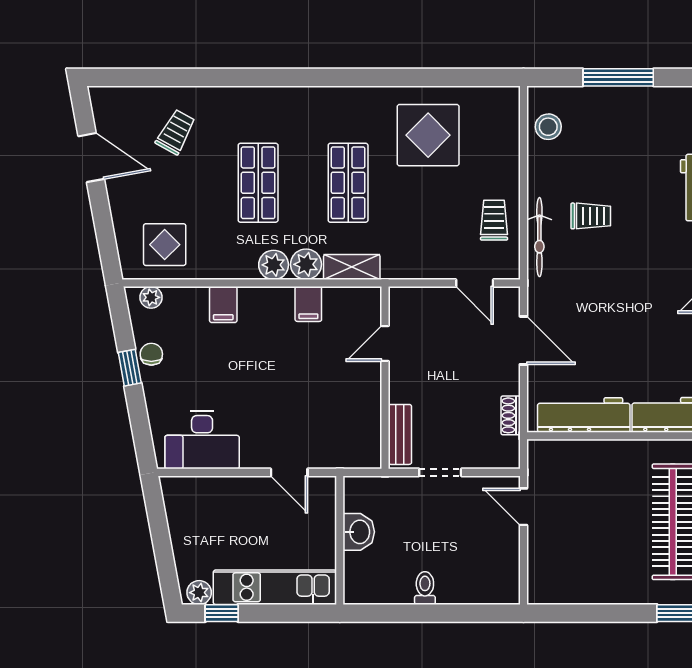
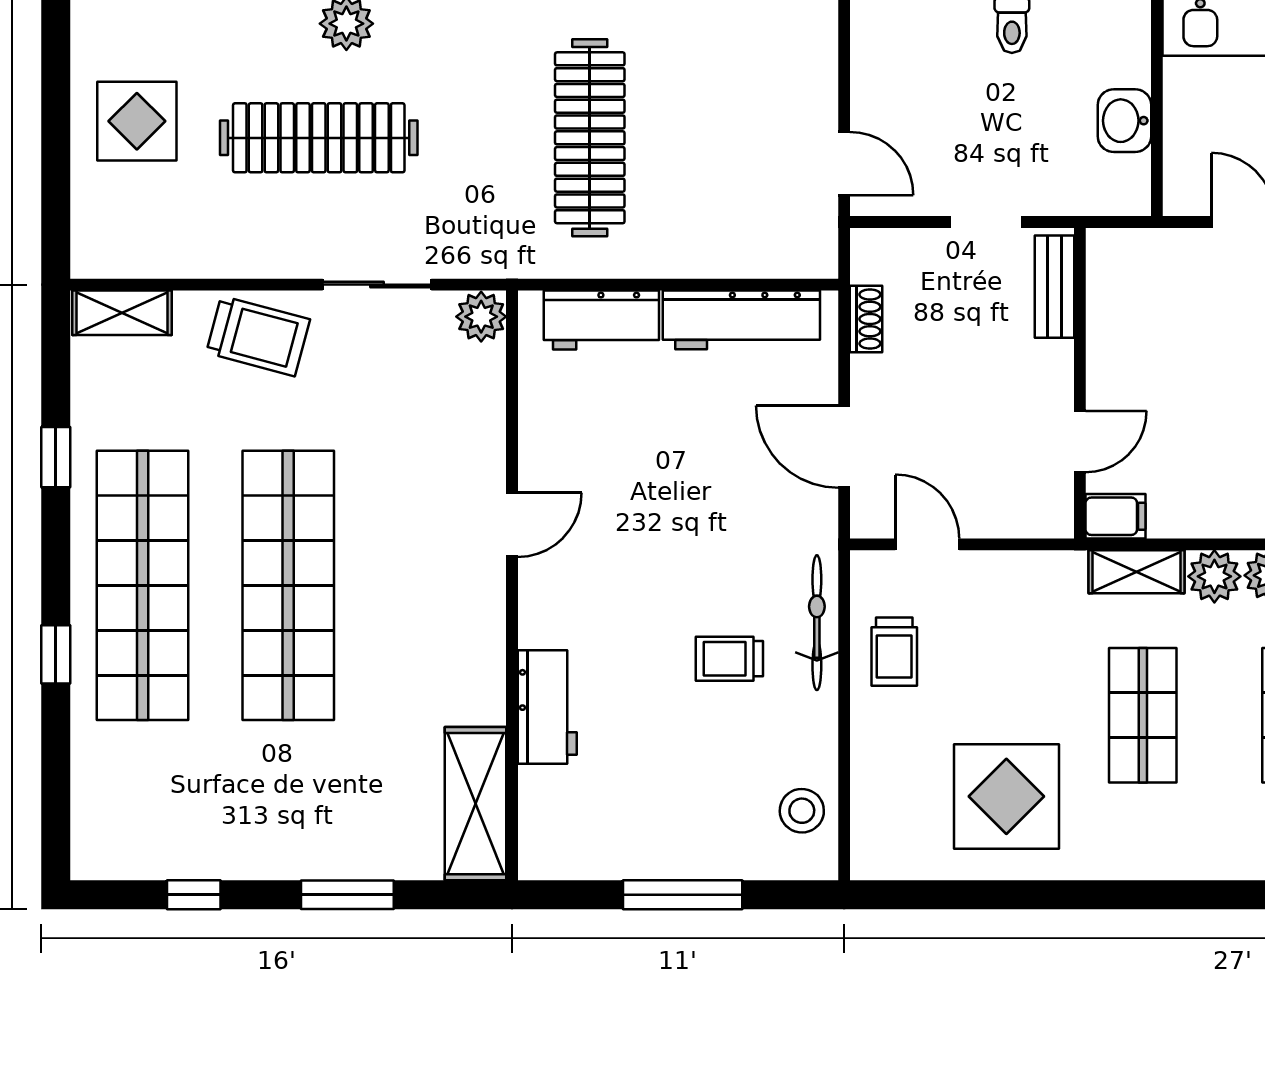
filing cabinet: (308, 304) -> (1115, 516), moved, turned 90

